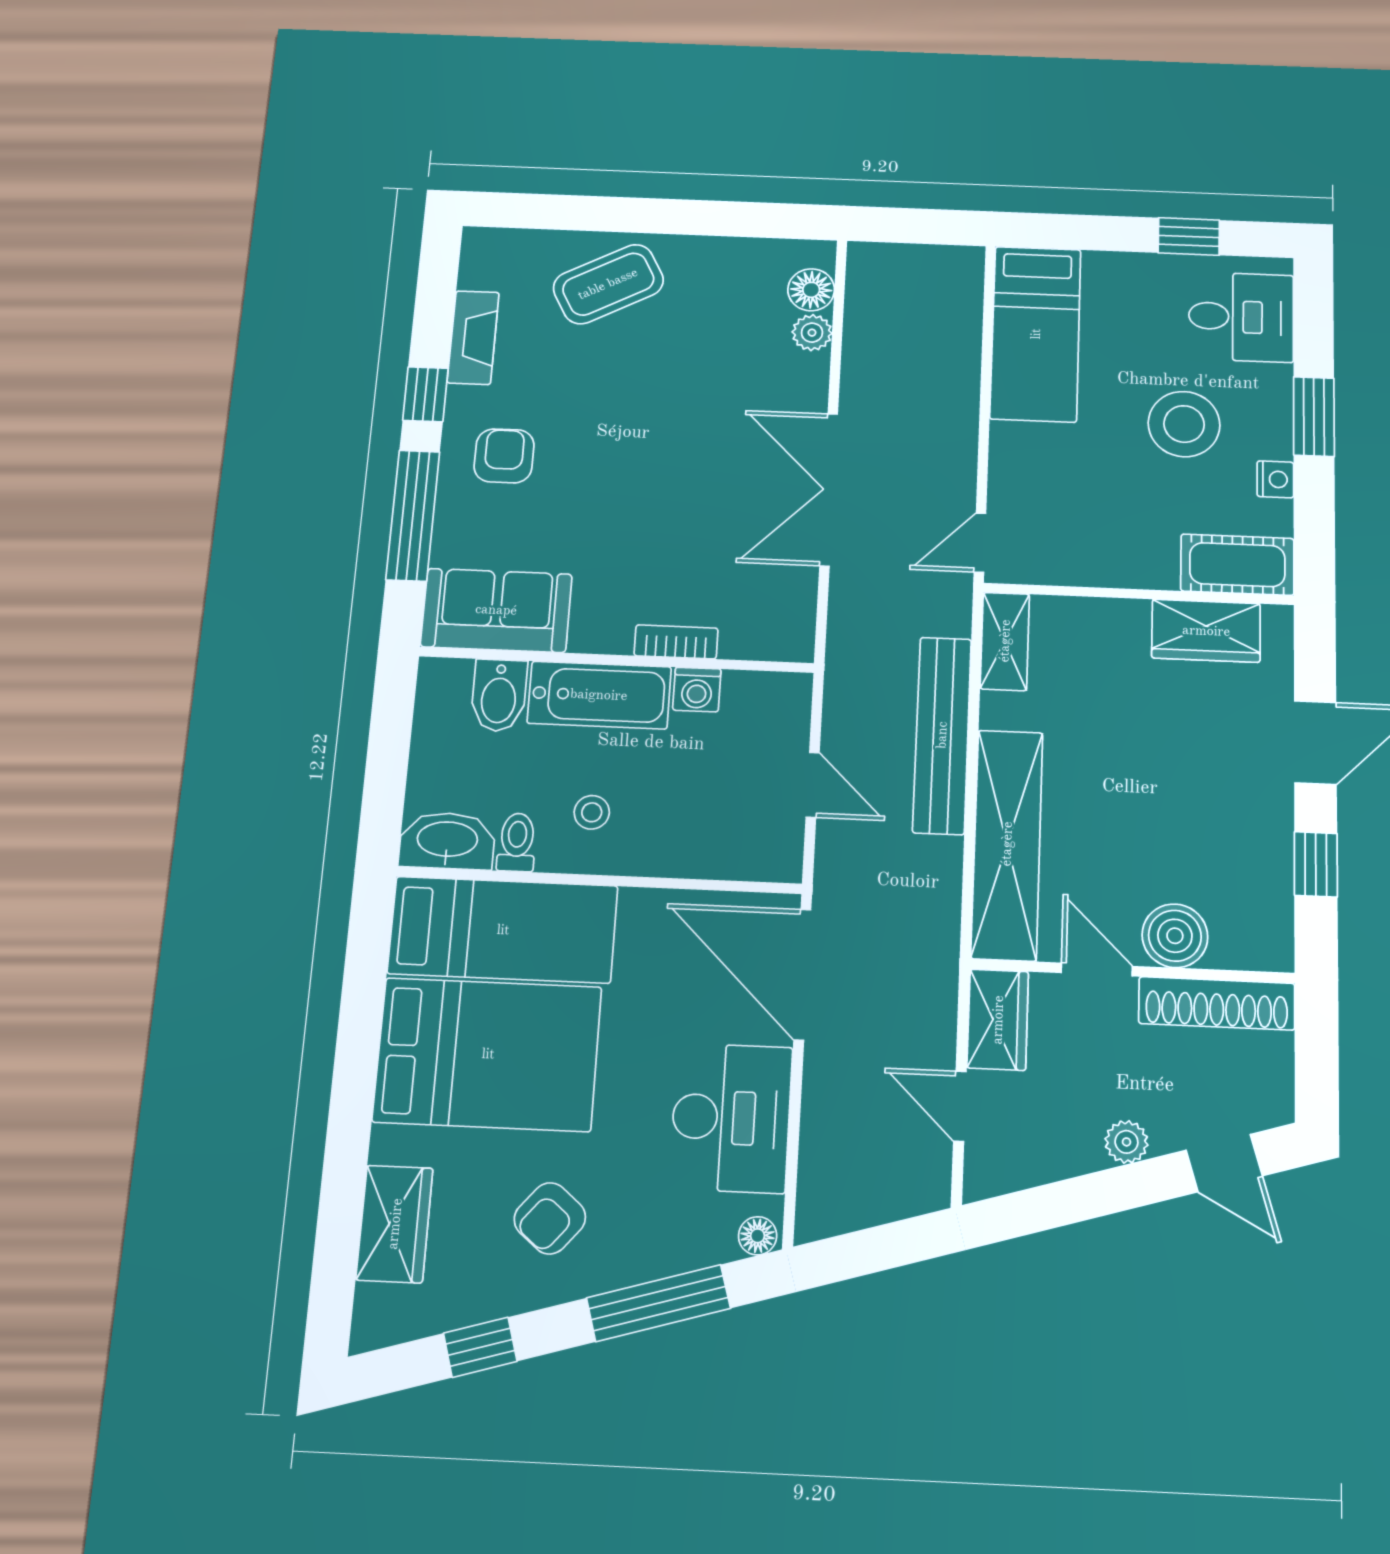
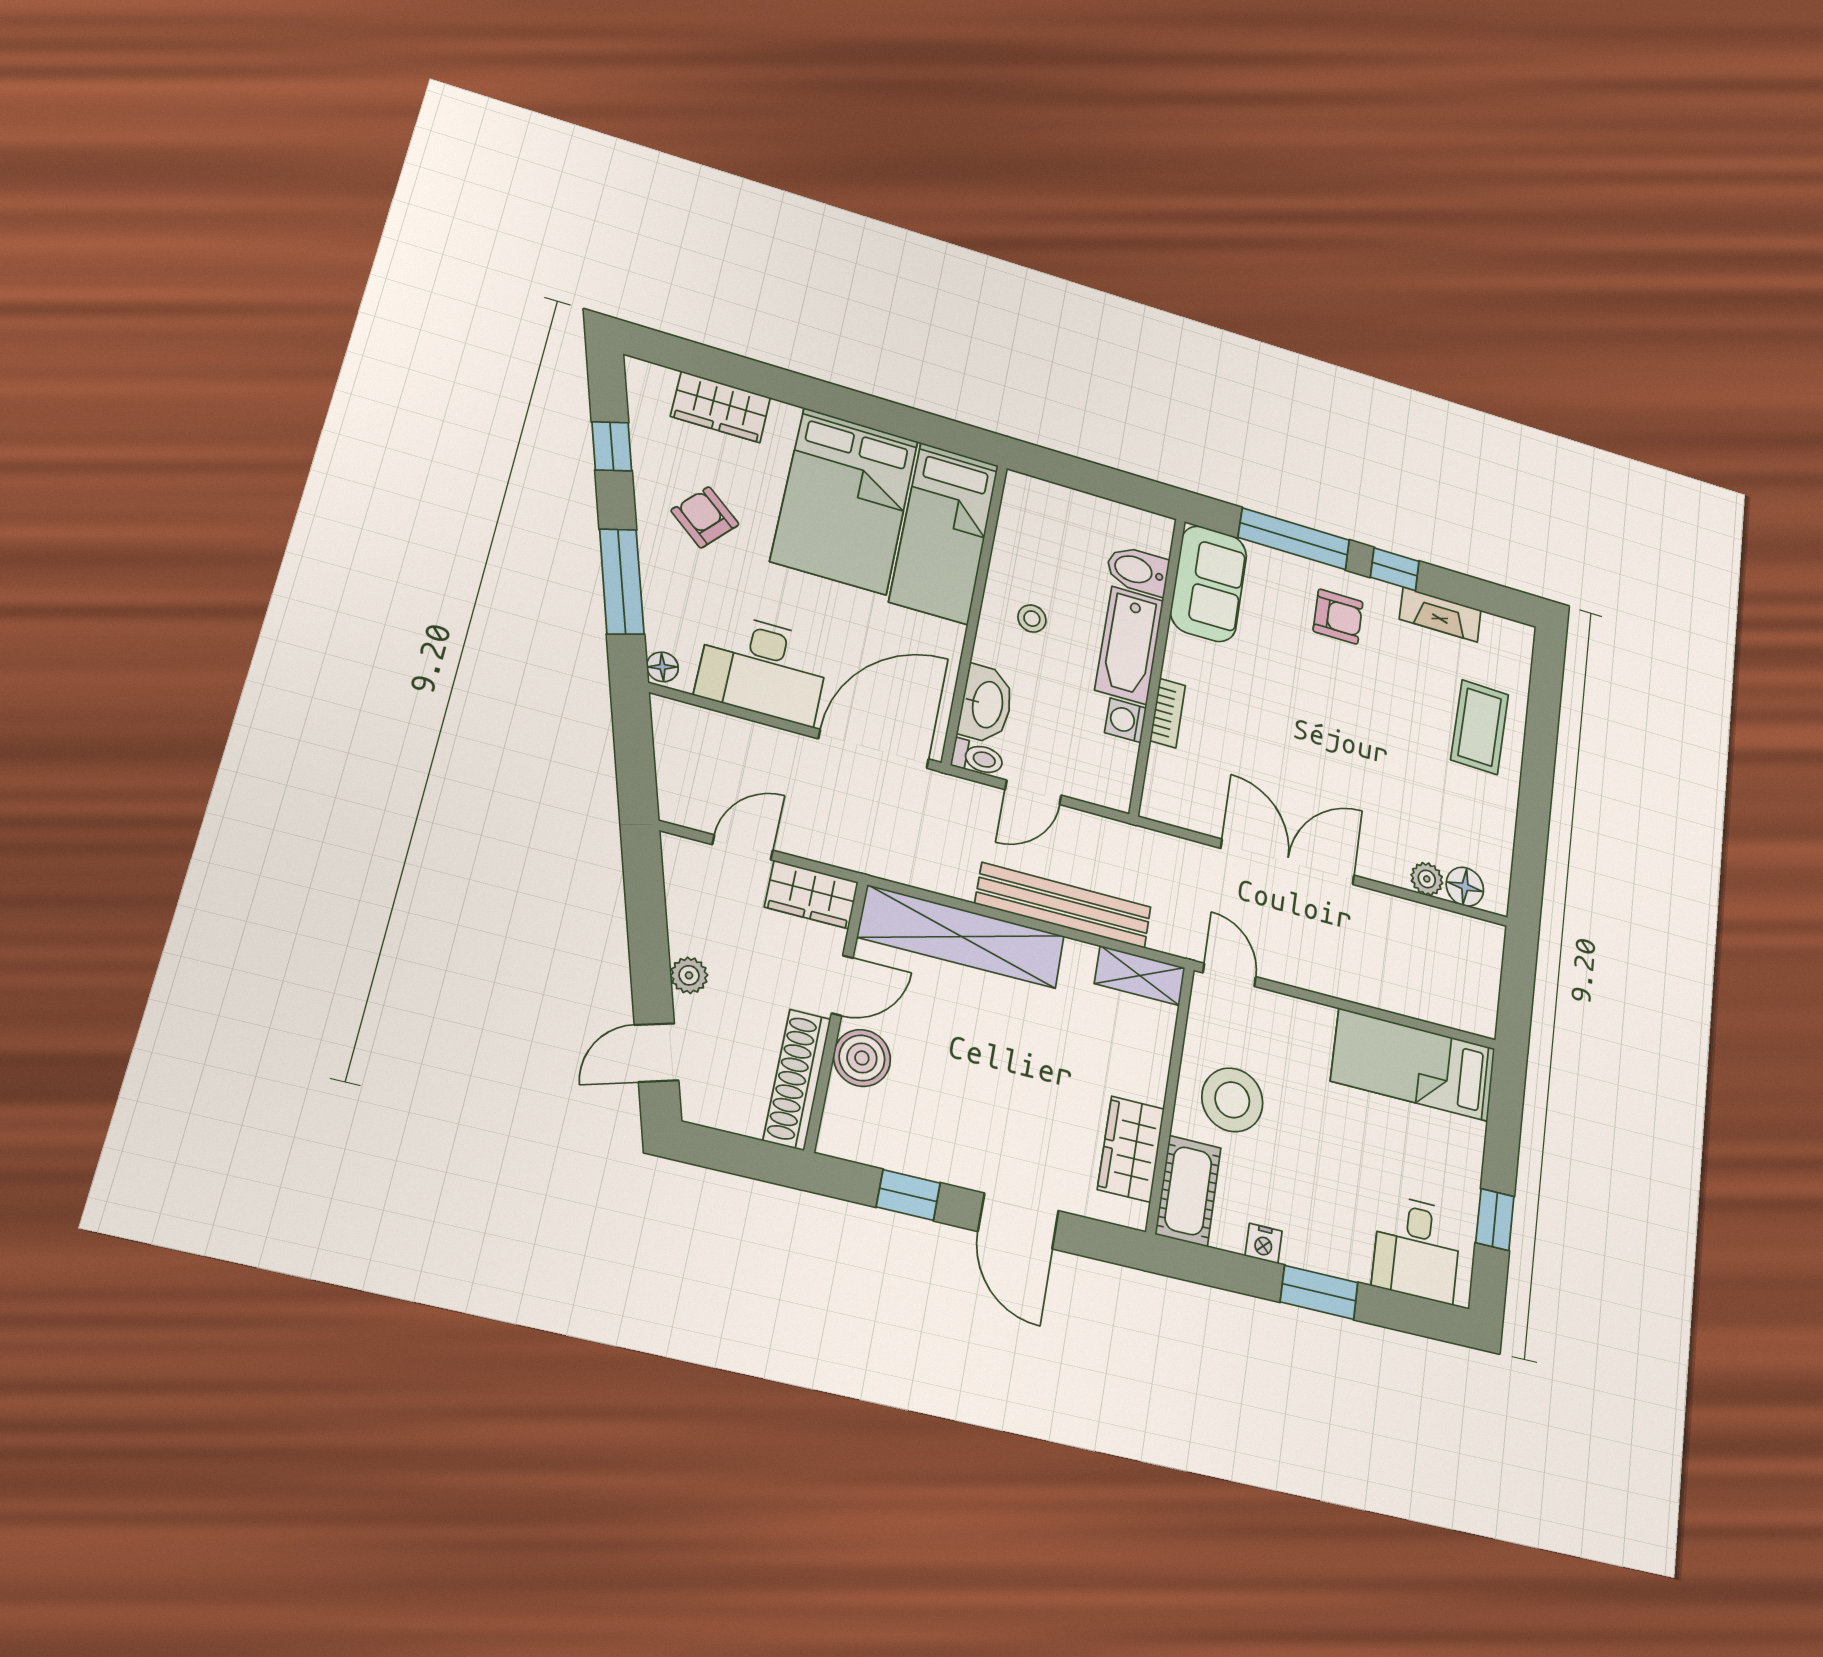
coffee table: (608, 284) -> (1480, 727), turned 30
stool: (1184, 424) -> (1232, 1100), moved
washbasin: (447, 841) -> (986, 704), moved
toilet: (517, 842) -> (977, 758), moved

